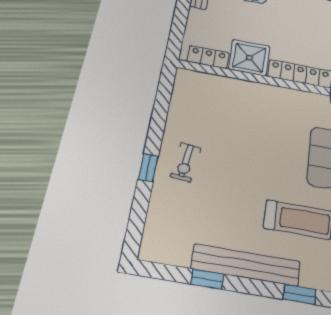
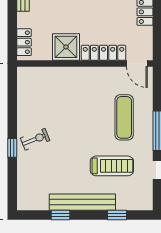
locker: (208, 57) -> (24, 42), moved, turned 90
exercise bike: (186, 162) -> (35, 139), turned -118

